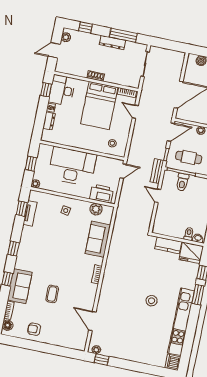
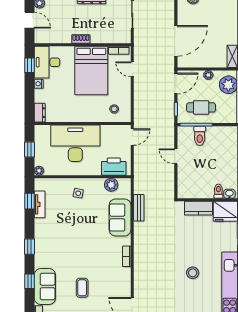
door: (54, 50) -> (30, 20), swing flipped
dresser: (49, 121) -> (40, 113), moved
bench: (157, 171) -> (139, 208), moved

